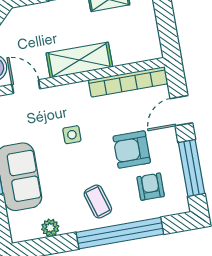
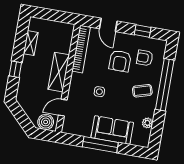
window: (192, 168) -> (143, 31), width x0.46

